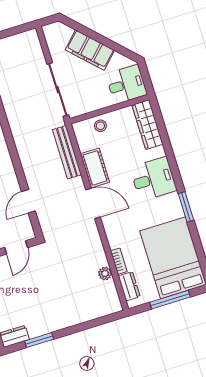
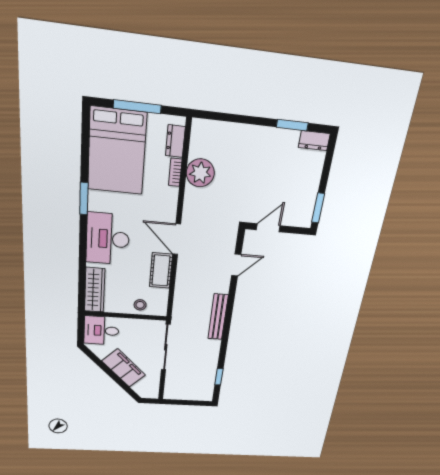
bench: (67, 152) -> (218, 317), moved
desk: (153, 179) -> (108, 239), width x1.37
plant: (105, 273) -> (200, 173), width x1.88, depth x1.88

